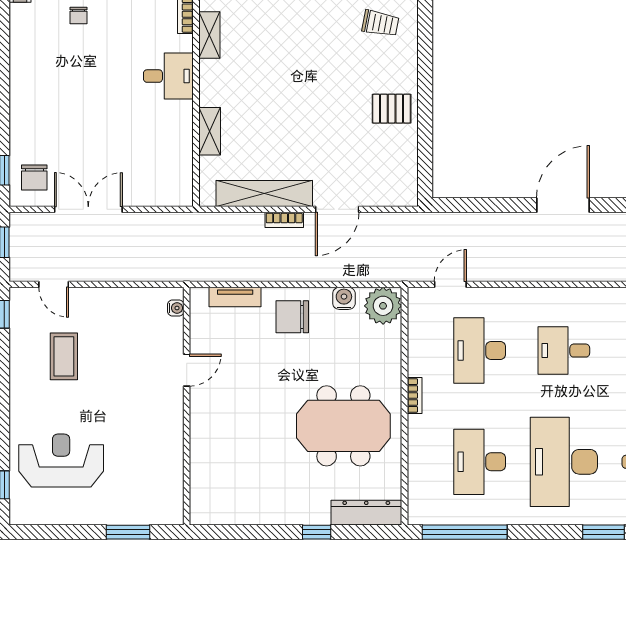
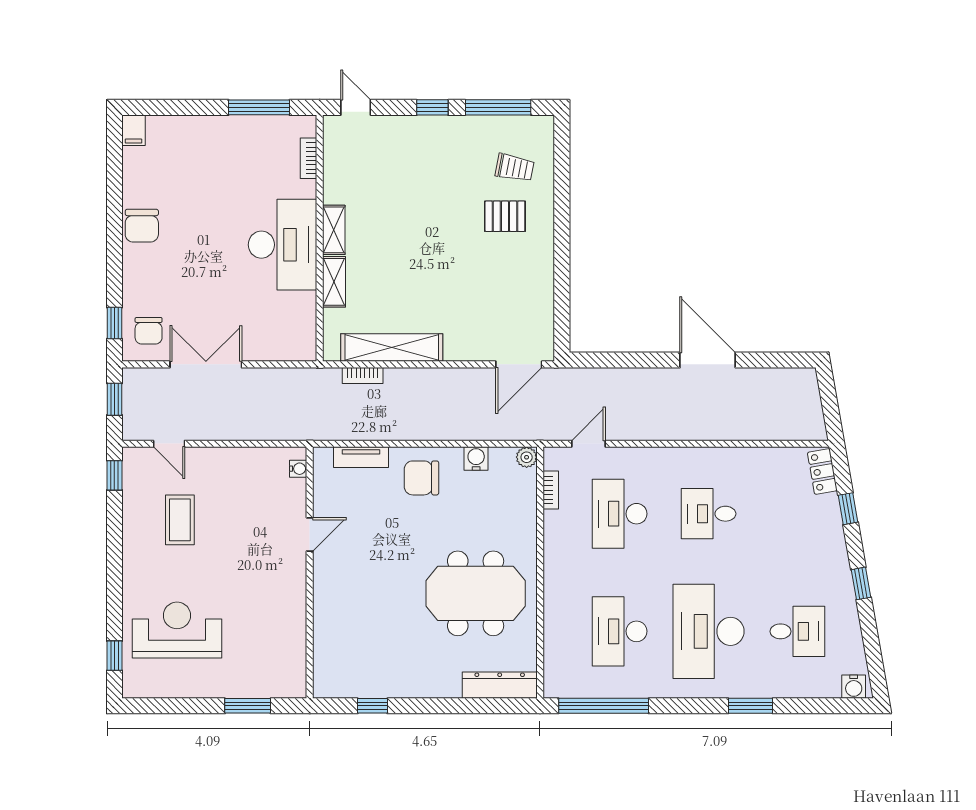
chair: (79, 16) -> (142, 226), moved, width x1.87, depth x1.87
shelving: (209, 35) -> (334, 230), moved
desk: (168, 76) -> (283, 245), width x1.87, depth x1.30
pallet: (392, 109) -> (505, 216), moved
door: (563, 205) -> (708, 360), hinge flipped
door: (337, 209) -> (519, 364), moved
bookcase: (284, 220) -> (363, 376), moved
plant: (383, 306) -> (527, 457), width x0.53, depth x0.53
bookcase: (415, 395) -> (551, 490), moved
window: (317, 532) -> (373, 706), moved

